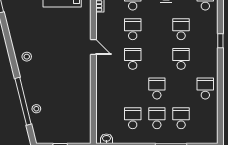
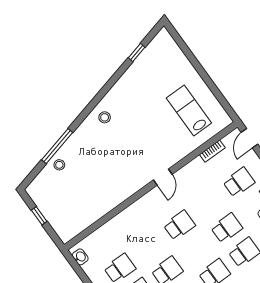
school desk: (133, 29) -> (227, 228), moved
window: (23, 101) -> (57, 146), width x0.68

